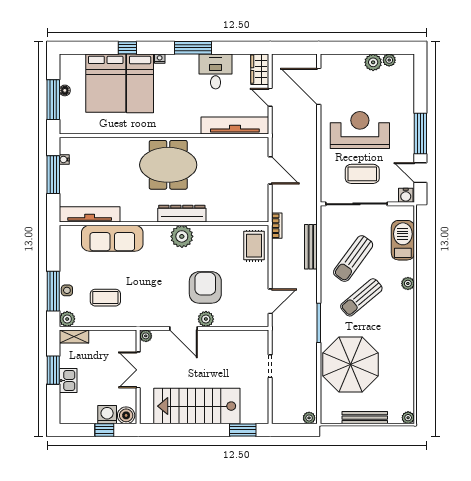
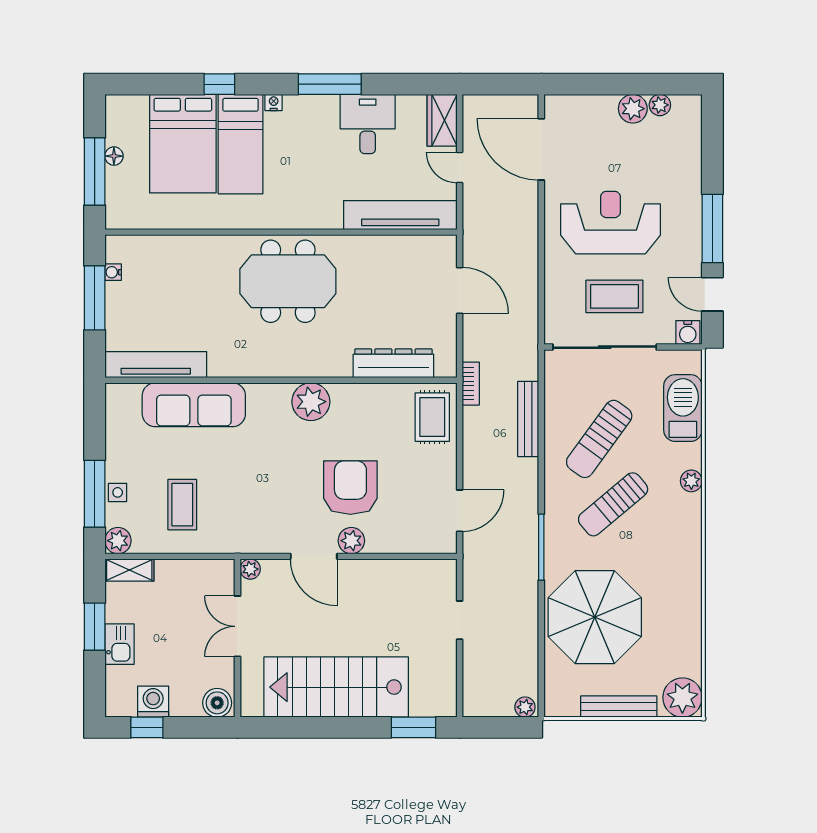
dresser: (182, 214) -> (393, 363), moved
coffee table: (105, 298) -> (182, 505), turned 90
washing machine: (107, 415) -> (153, 702), moved
plant: (408, 418) -> (682, 698), width x1.88, depth x1.88
window: (104, 430) -> (147, 727), moved

